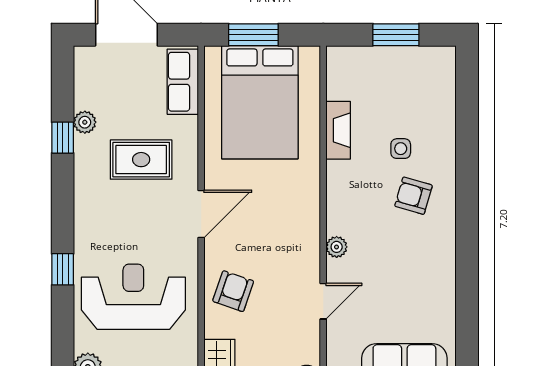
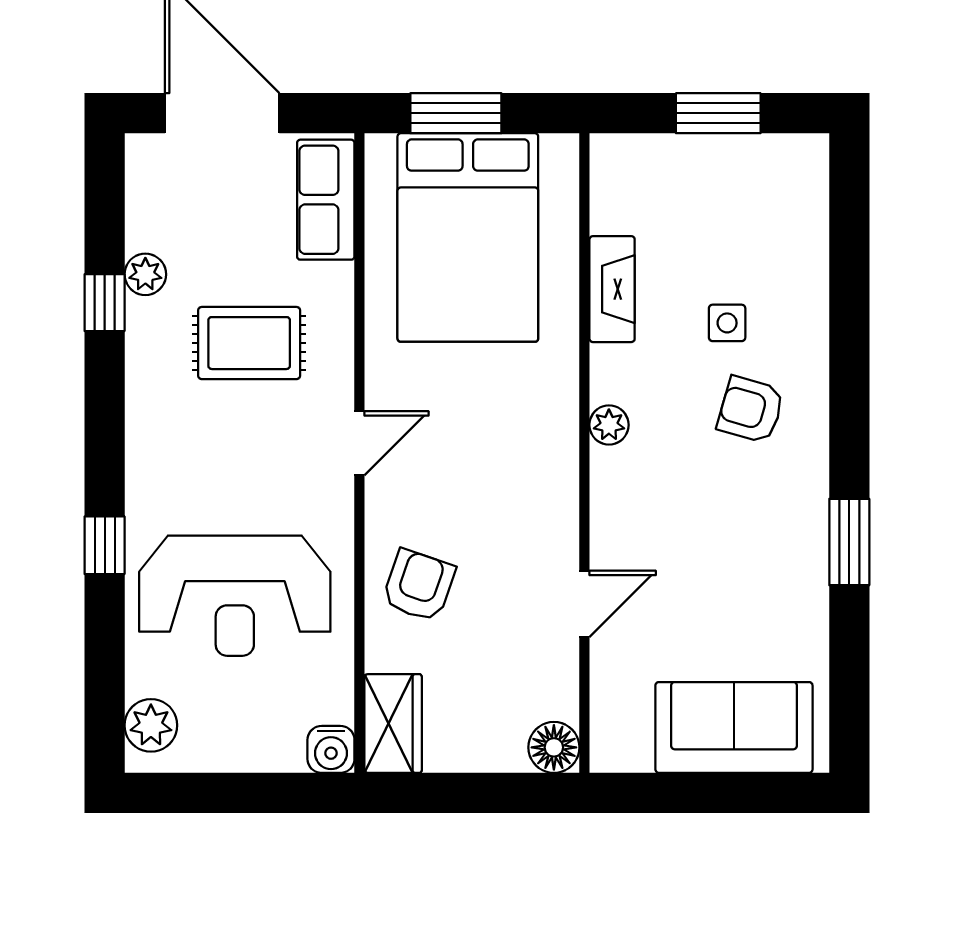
door: (201, 214) -> (359, 443), width x0.73
plant: (337, 247) -> (609, 425), moved
window: (467, 268) -> (849, 542), added
reception desk: (133, 297) -> (235, 596), turned 180

